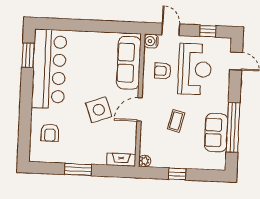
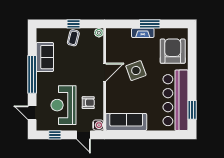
sofa: (129, 63) -> (126, 122), moved, turned -90
coffee table: (176, 121) -> (73, 38), moved
window: (233, 127) -> (32, 74), moved
armchair: (50, 133) -> (173, 51), width x1.88, depth x1.88
fireplace: (121, 160) -> (143, 33), moved

